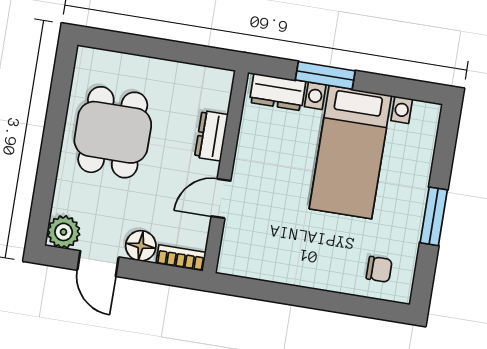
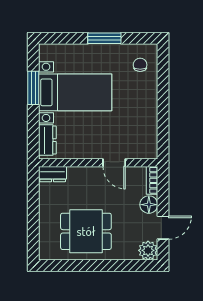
window: (325, 75) -> (33, 88), moved
dresser: (211, 136) -> (53, 174), moved

